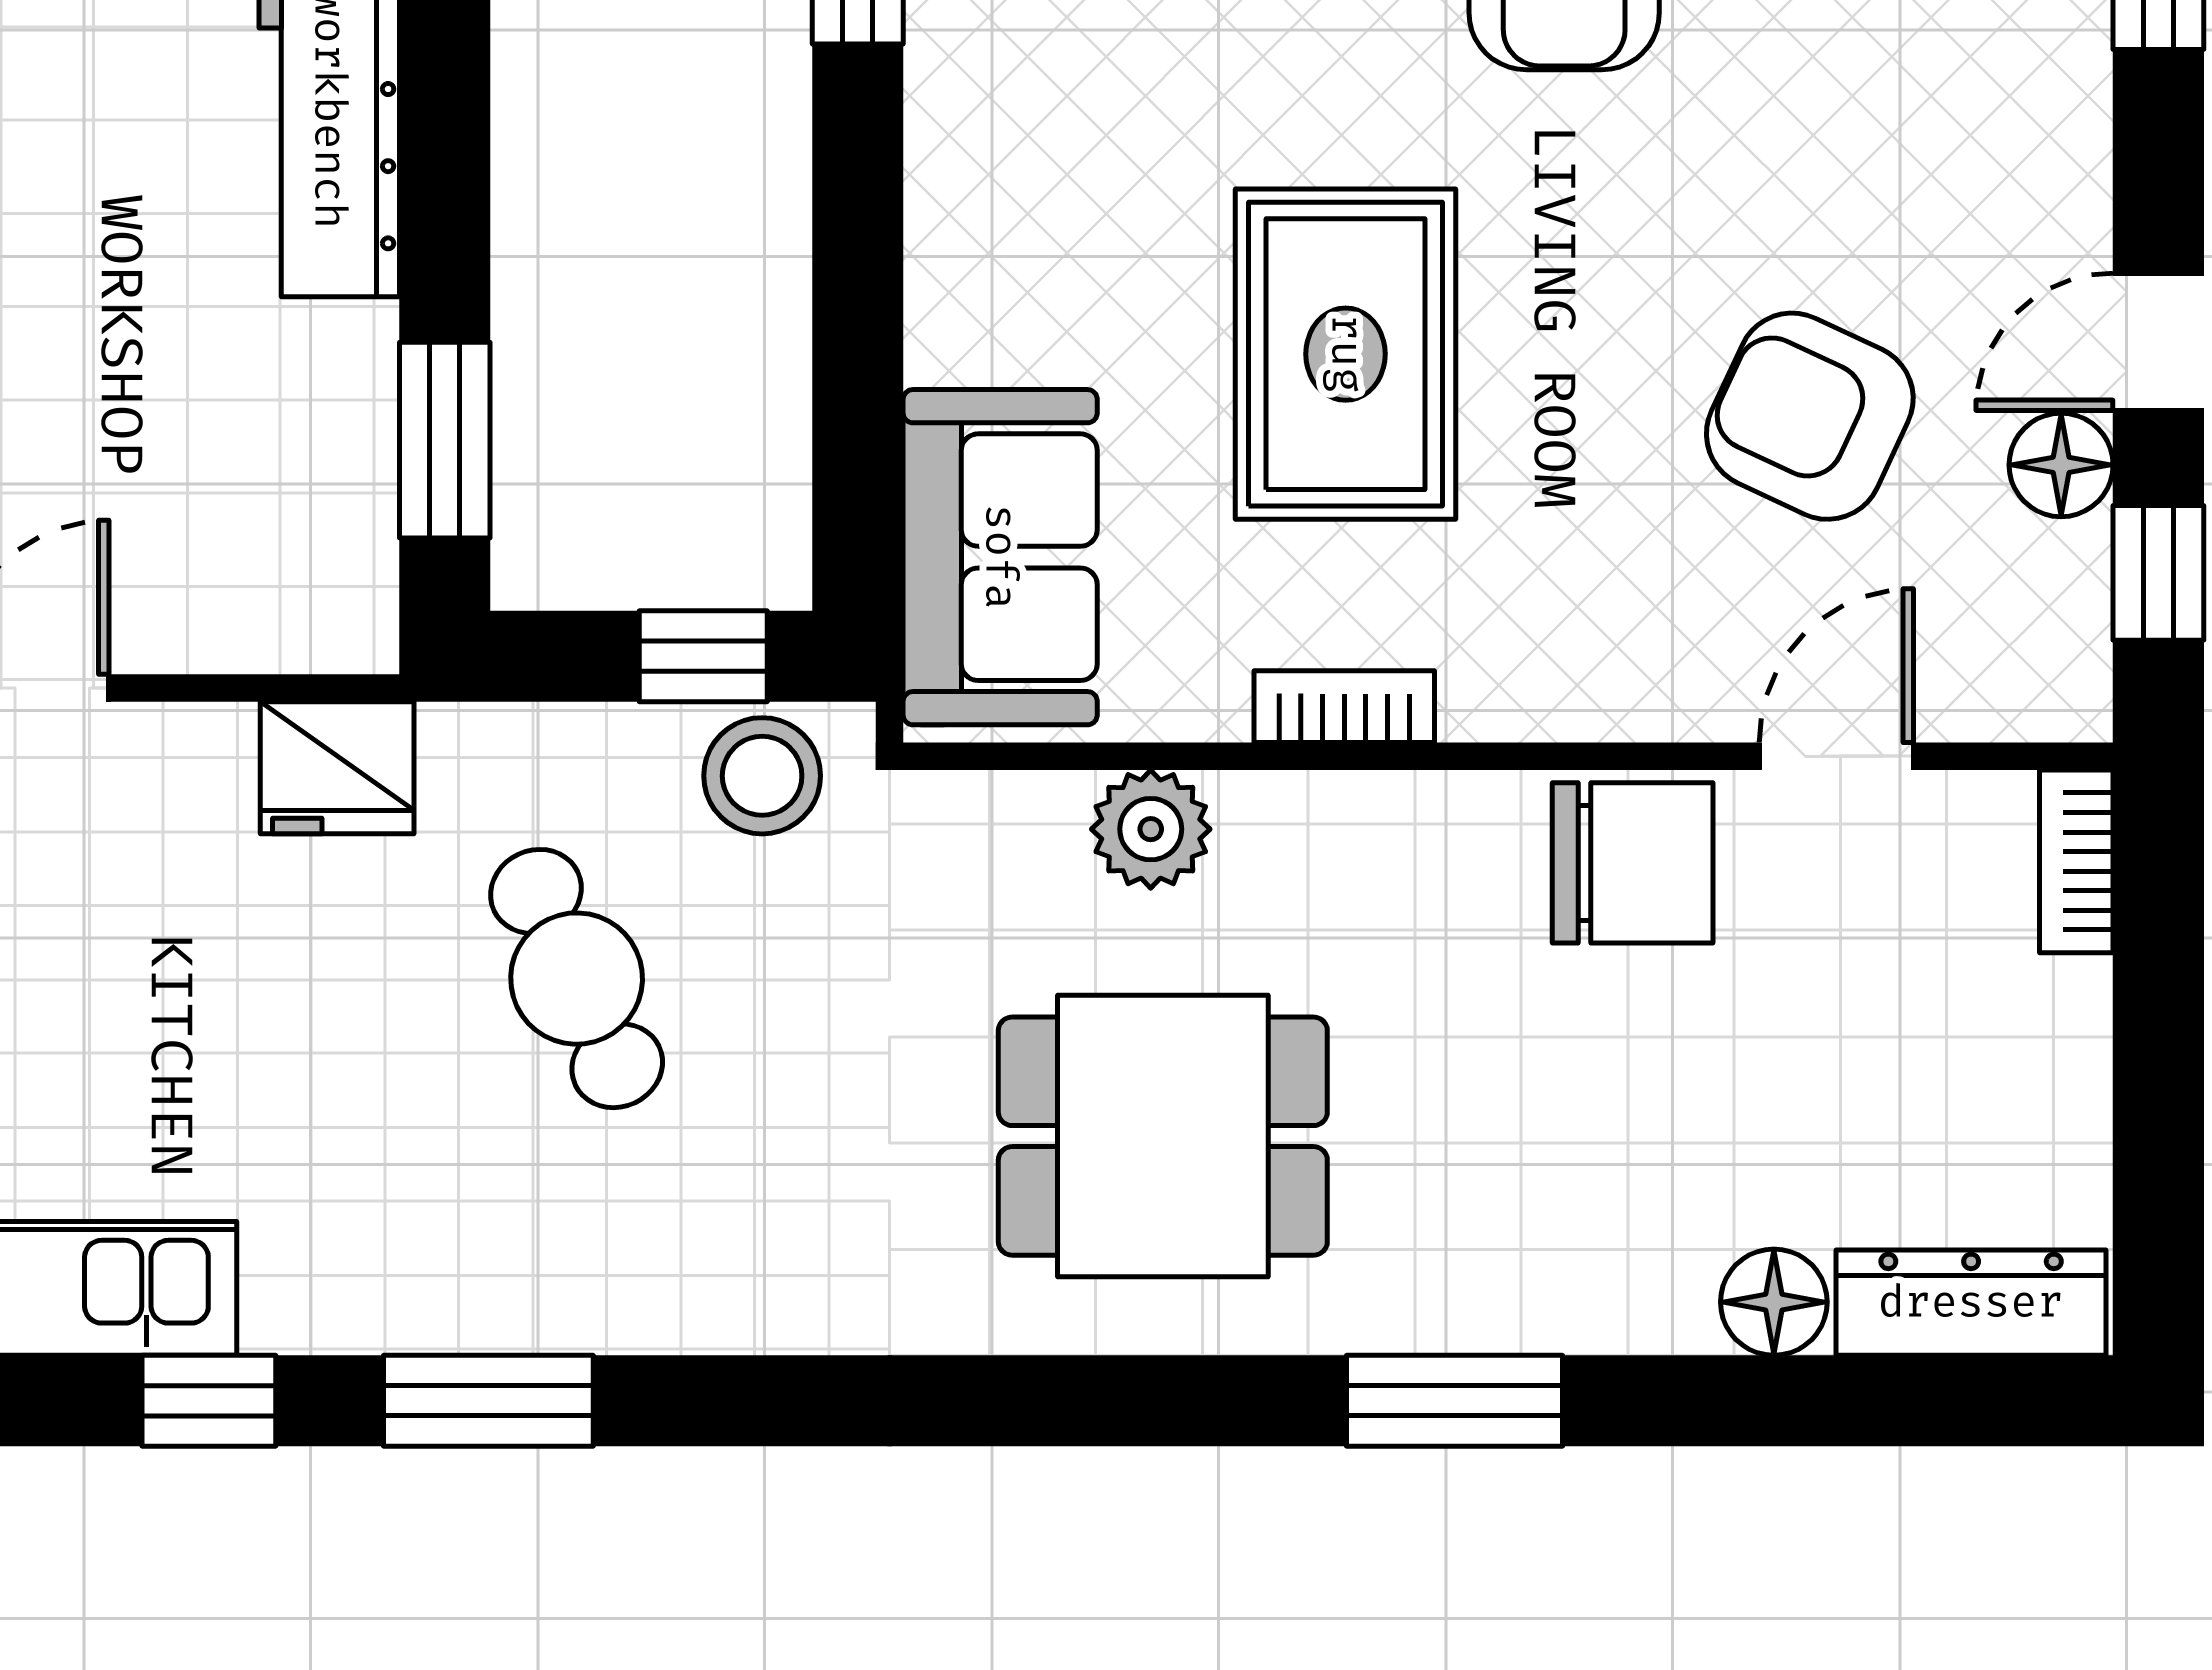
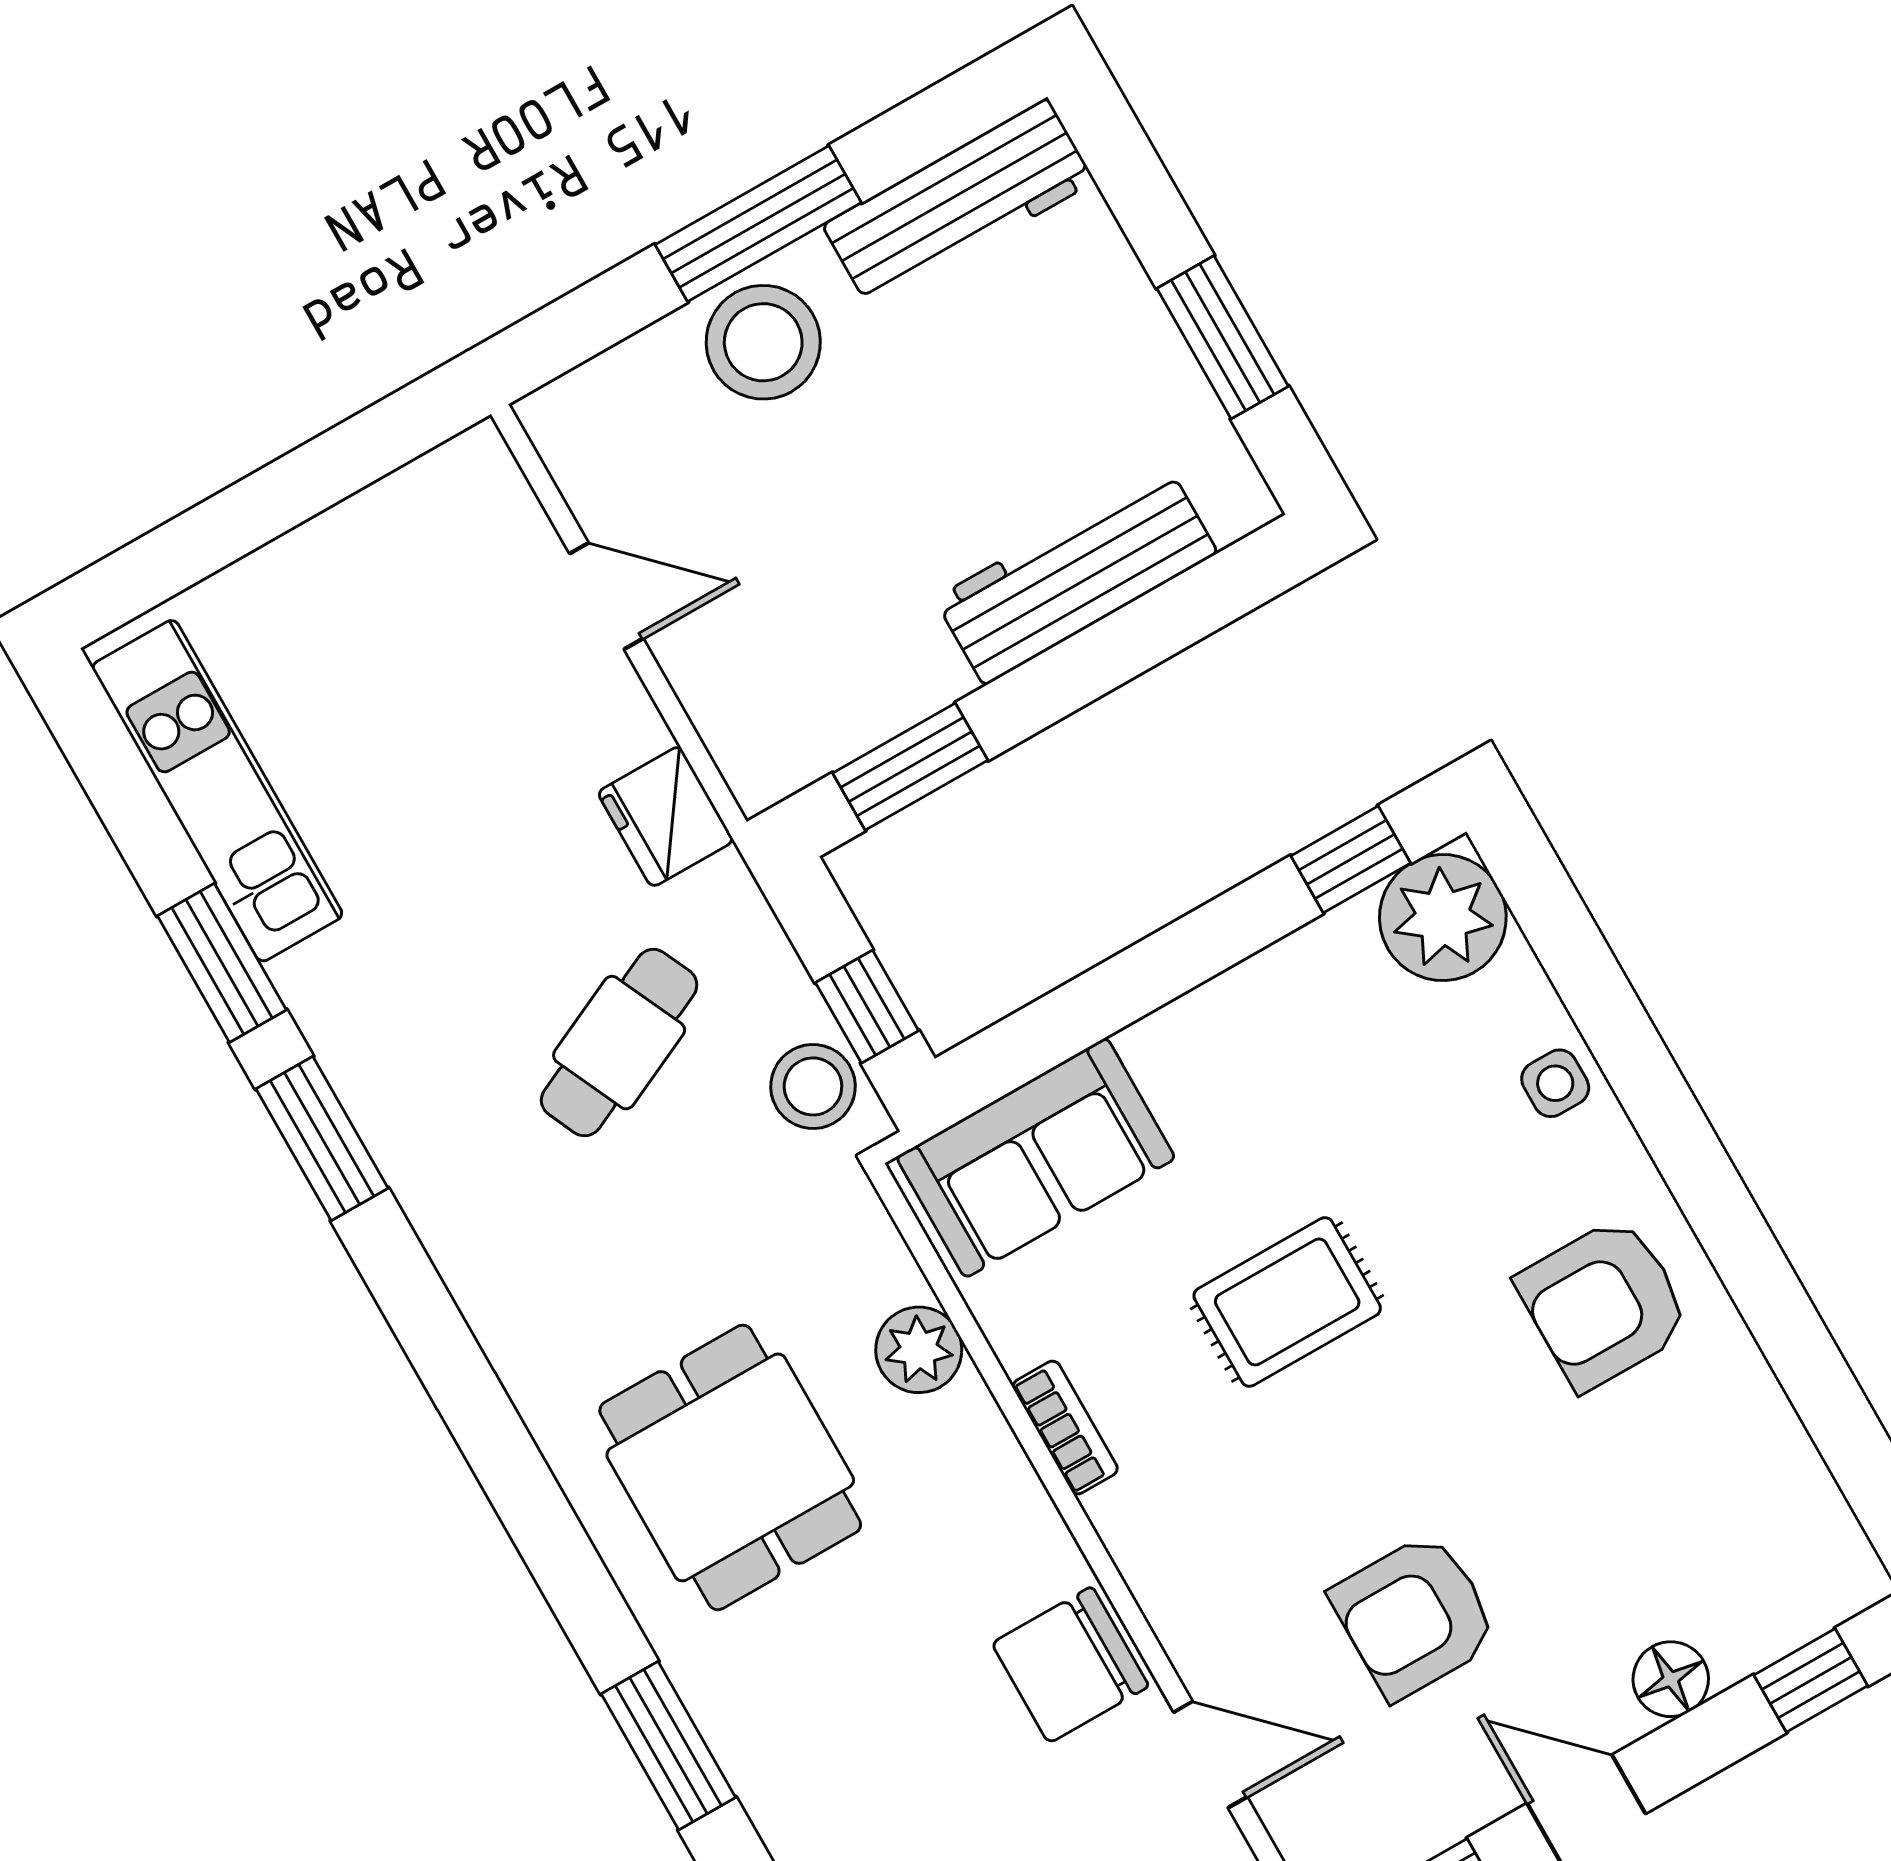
rug: (1346, 354) -> (1287, 1302), width x0.73, depth x0.70
armchair: (1810, 416) -> (1415, 1616), turned -115
floor lamp: (2061, 465) -> (1671, 1679), moved
chair: (1633, 863) -> (1070, 1665), turned 90
window: (209, 1401) -> (222, 963), width x1.50

